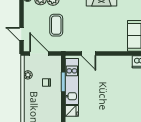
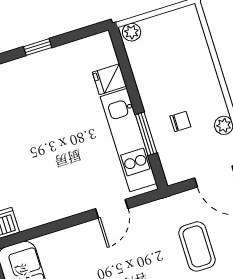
door: (89, 54) -> (112, 209), swing flipped

